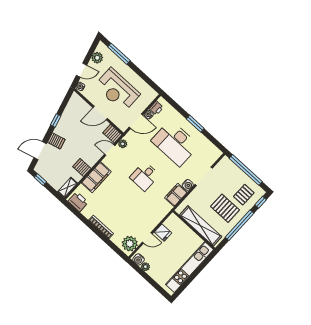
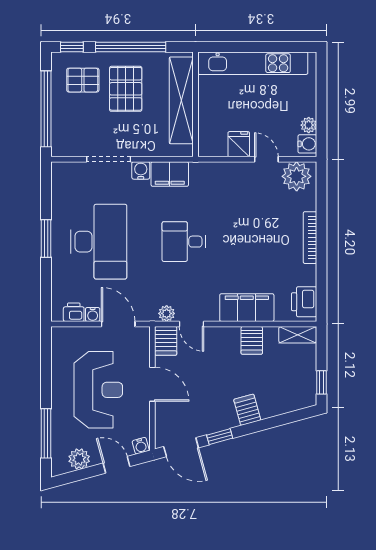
door: (40, 151) -> (181, 447), moved
desk: (145, 176) -> (184, 242), turned 180

